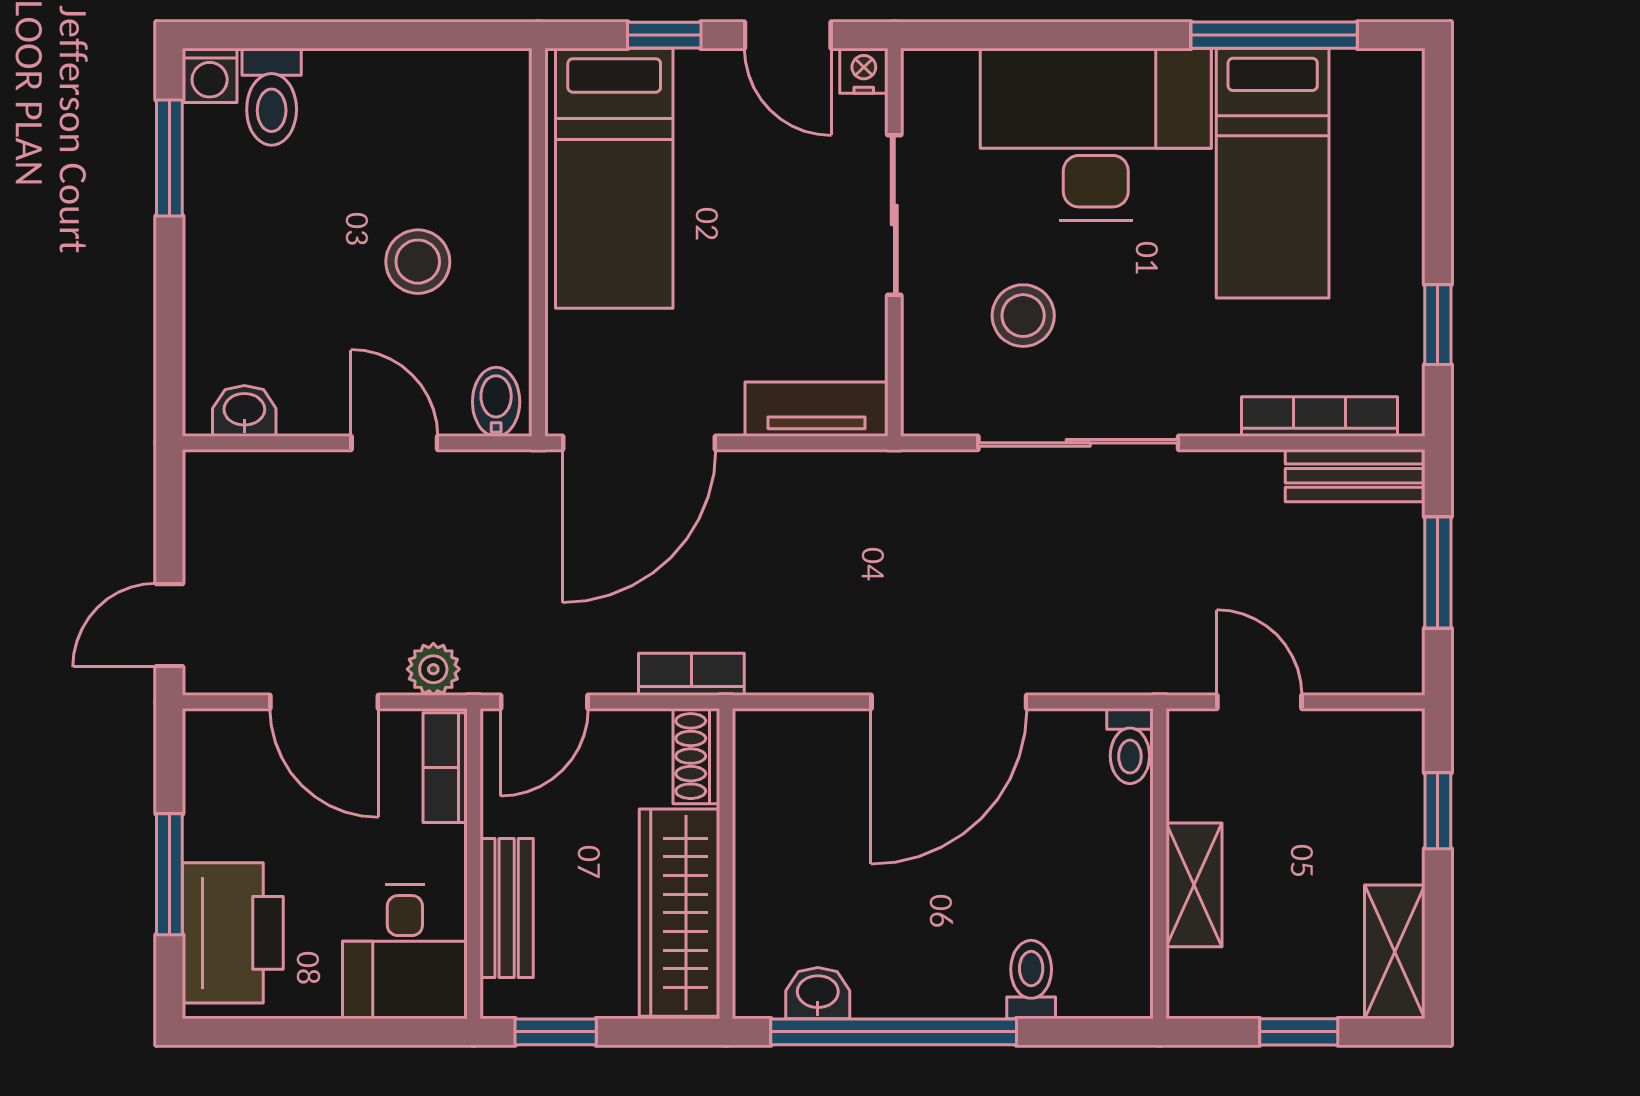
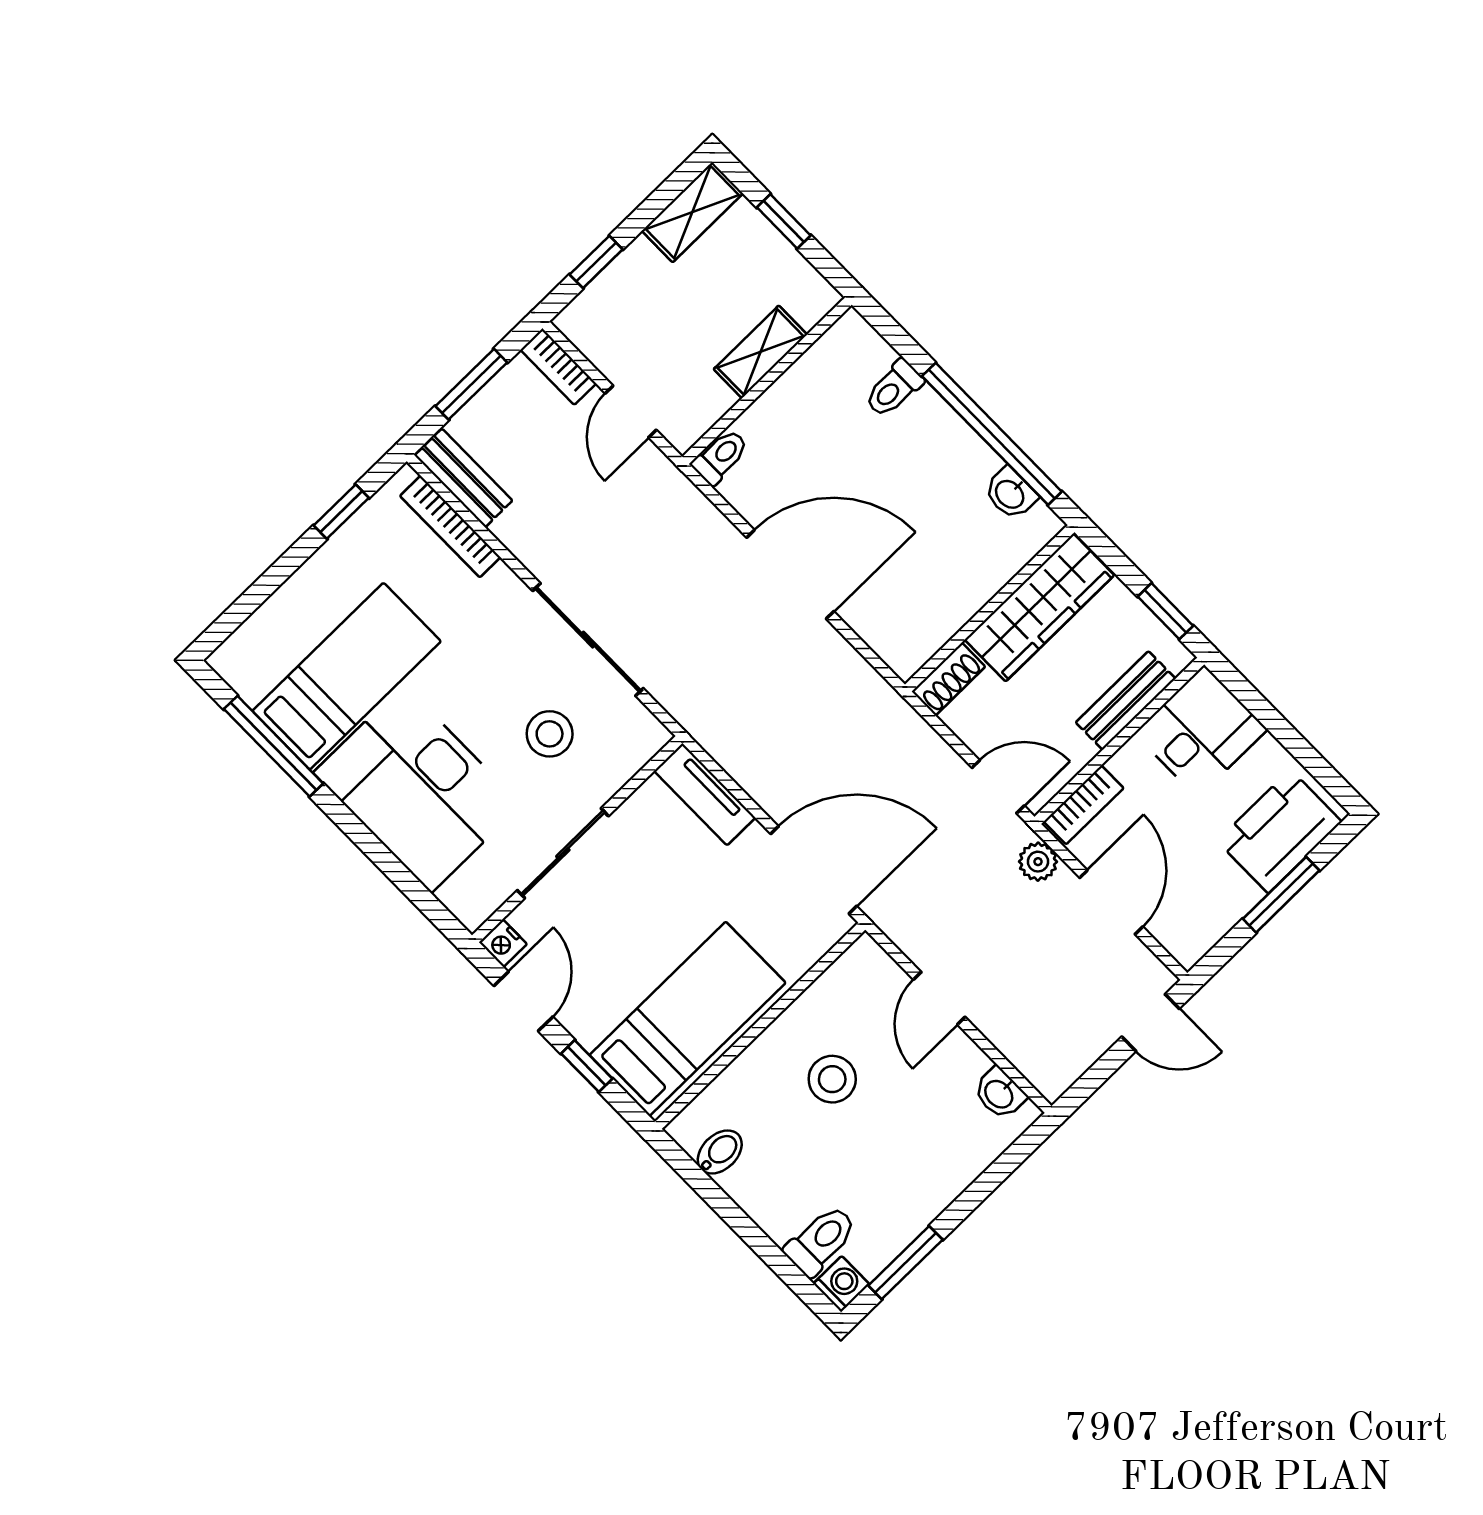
bidet: (496, 402) -> (720, 1152), moved, turned 180
bookcase: (691, 674) -> (558, 367), moved

